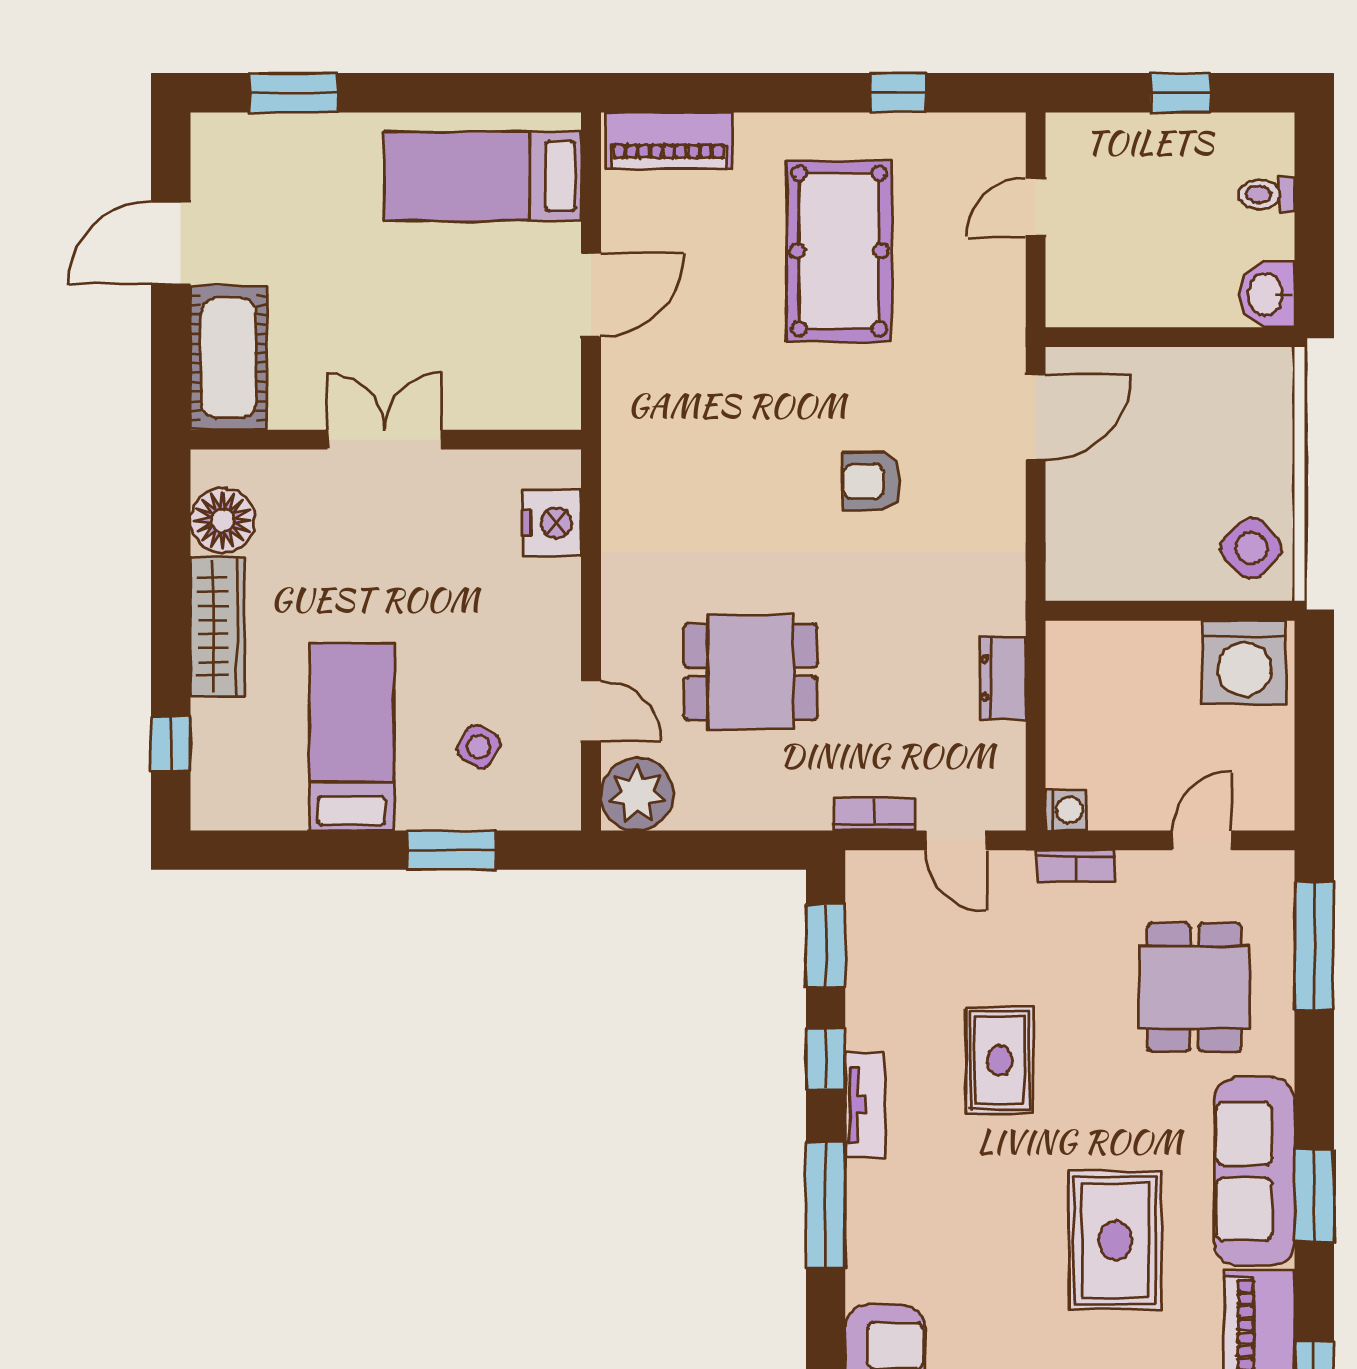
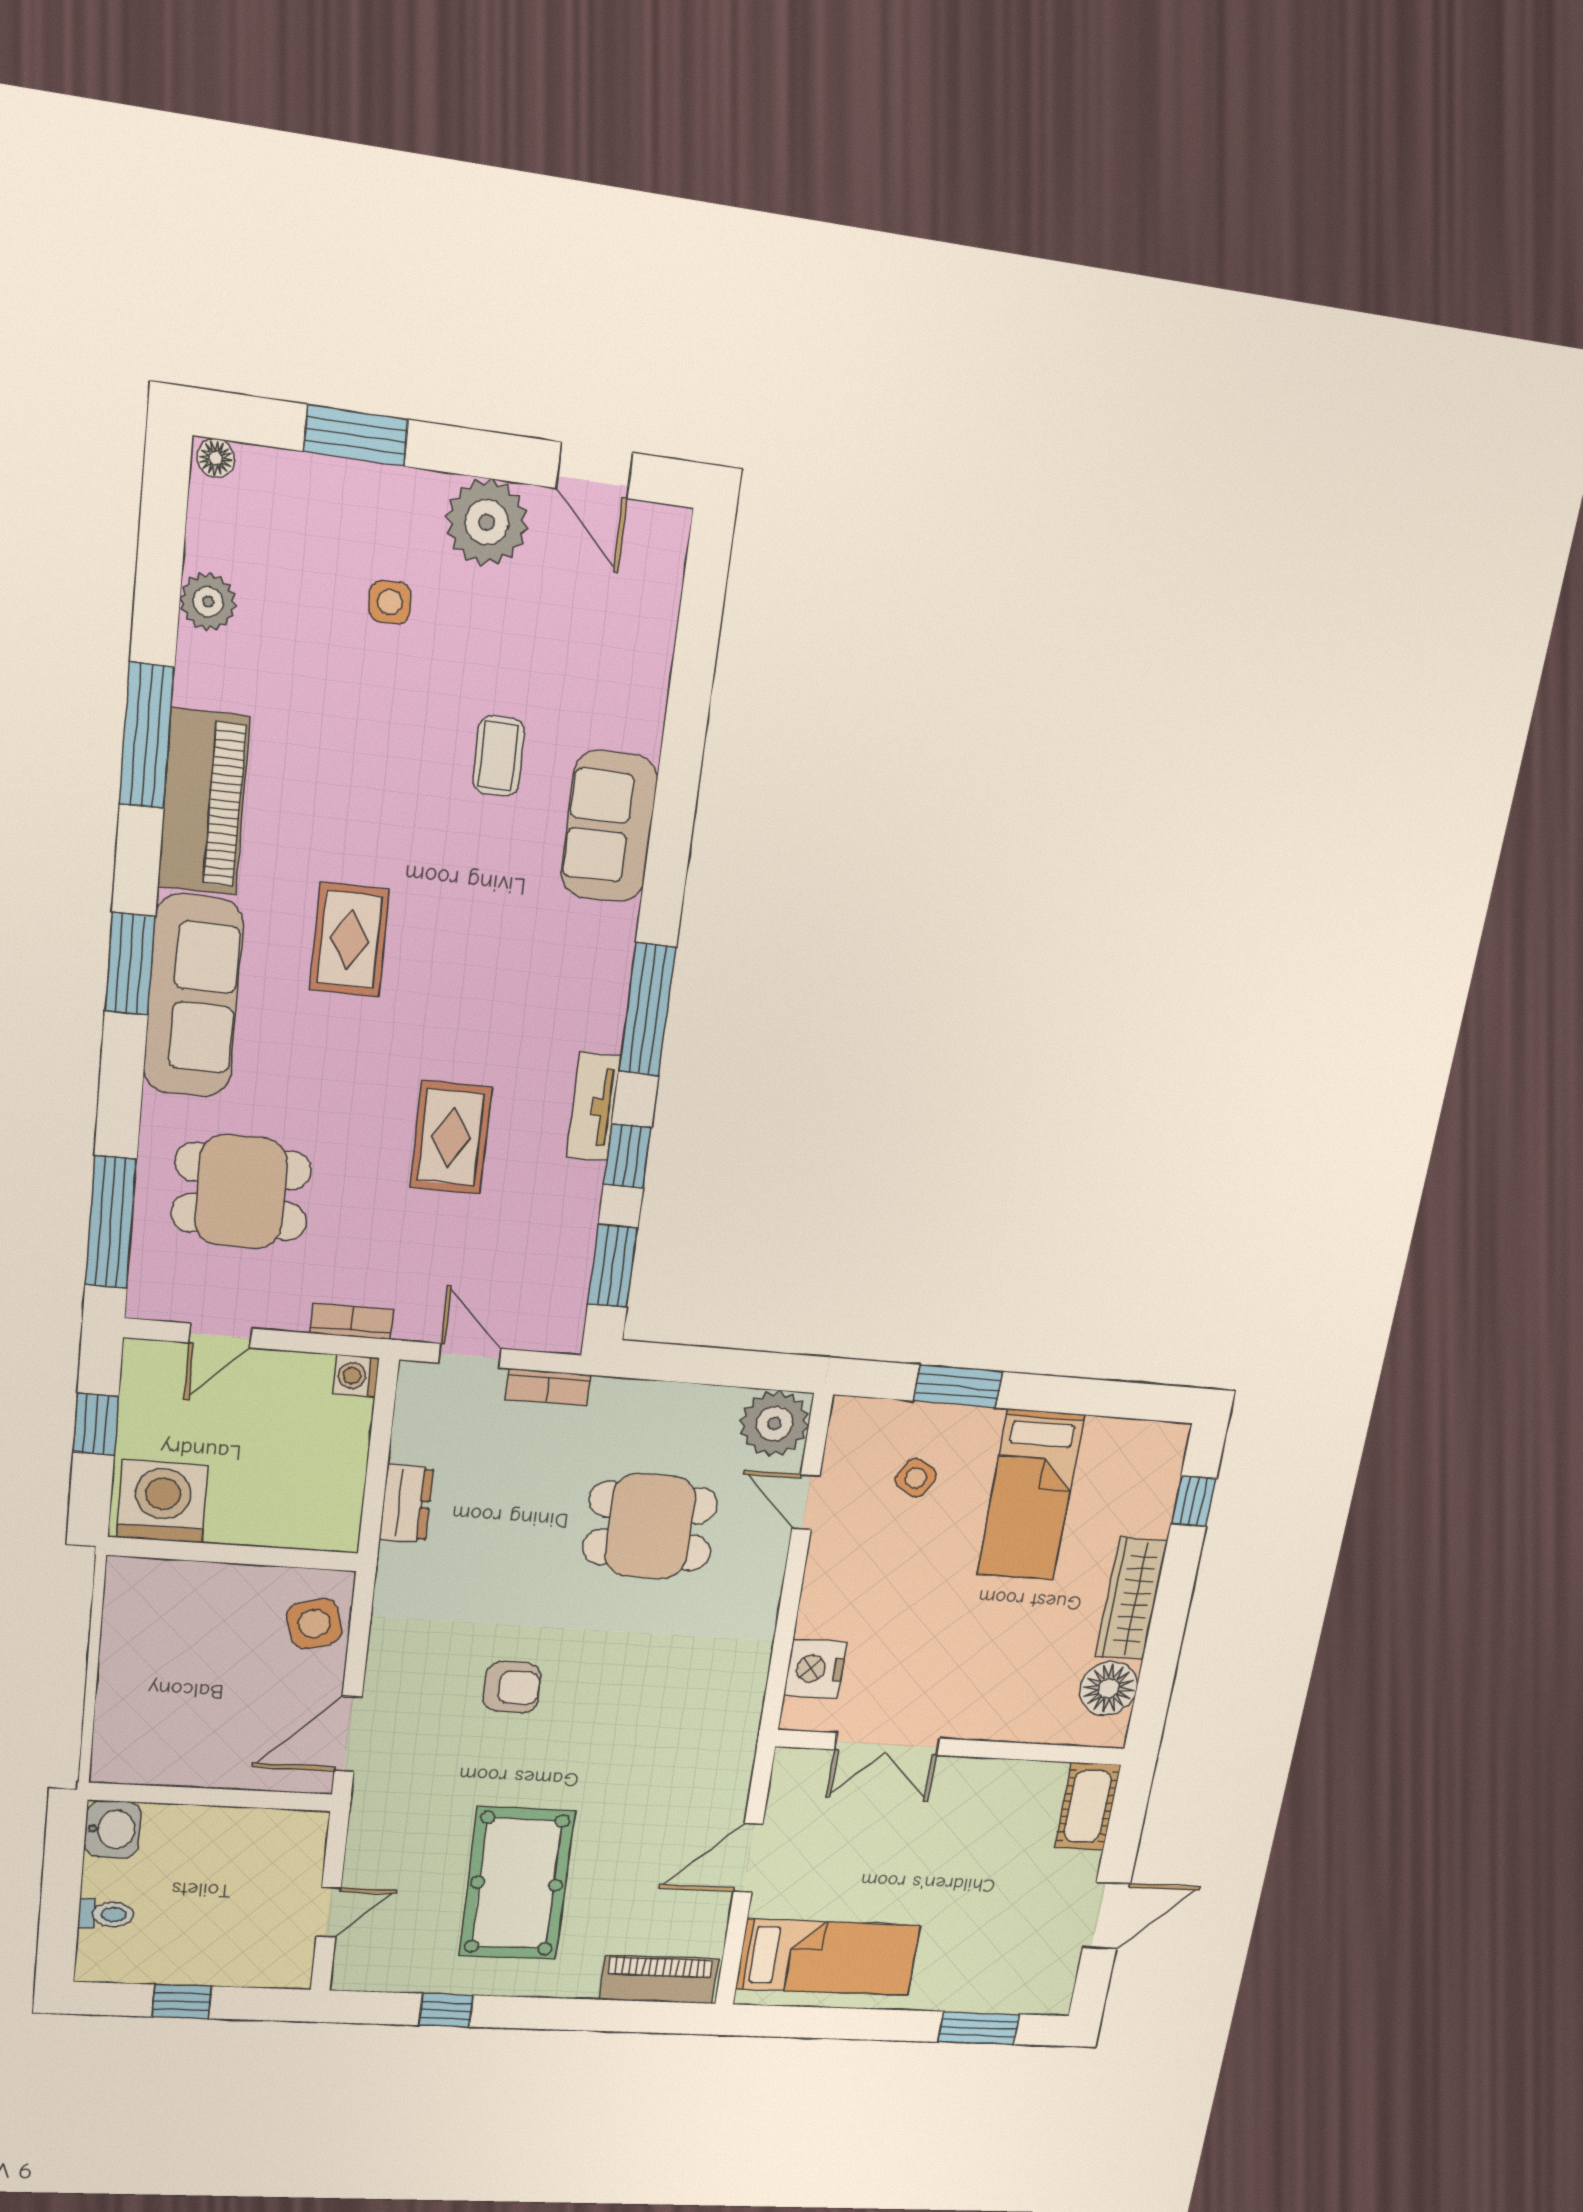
cot: (229, 358) -> (1088, 1806), width x0.73, depth x0.75
double door: (385, 440) -> (887, 1744), moved
side table: (1251, 548) -> (314, 1624), moved, turned 30
window: (1314, 739) -> (96, 1424), added
dining table: (1194, 987) -> (241, 1192), turned 90
rug: (1115, 1240) -> (350, 940), width x0.73, depth x0.70

